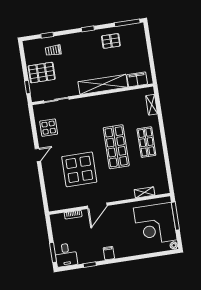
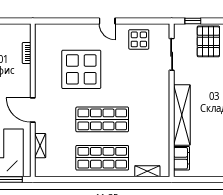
shop shelf: (146, 142) -> (102, 158), width x1.43, depth x1.36
door: (97, 206) -> (33, 110), moved

